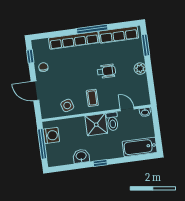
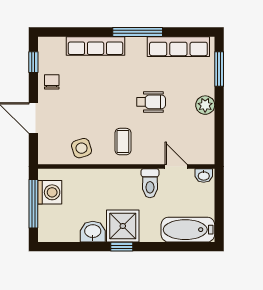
row of seats: (74, 40) -> (96, 46), width x0.73
shower: (96, 125) -> (123, 226), moved

